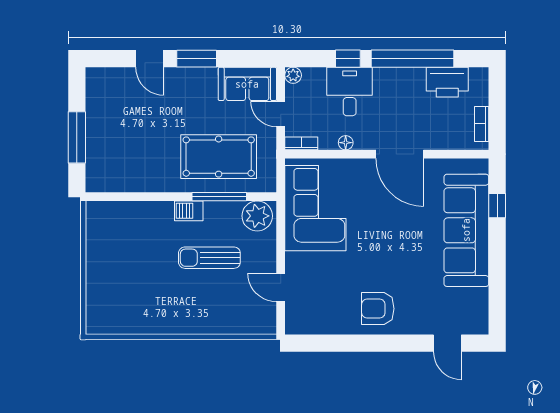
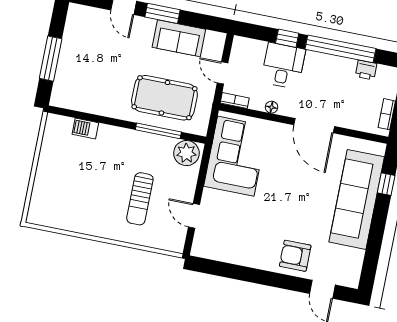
plant: (293, 75) -> (239, 43), removed
printer: (447, 82) -> (366, 70), width x0.53, depth x0.68
sofa: (247, 84) -> (179, 38), moved
barbecue: (189, 211) -> (85, 128), moved
sun lounger: (209, 258) -> (140, 199), moved, turned -90
armchair: (378, 309) -> (295, 256), moved

